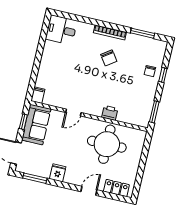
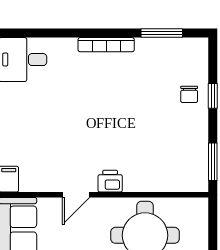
chair: (109, 58) -> (114, 88), removed
printer: (110, 113) -> (110, 181), moved

